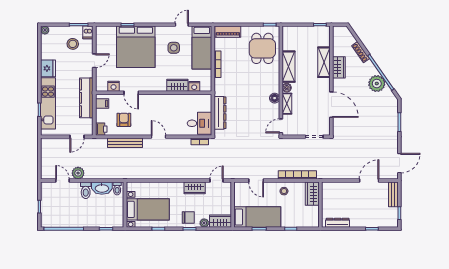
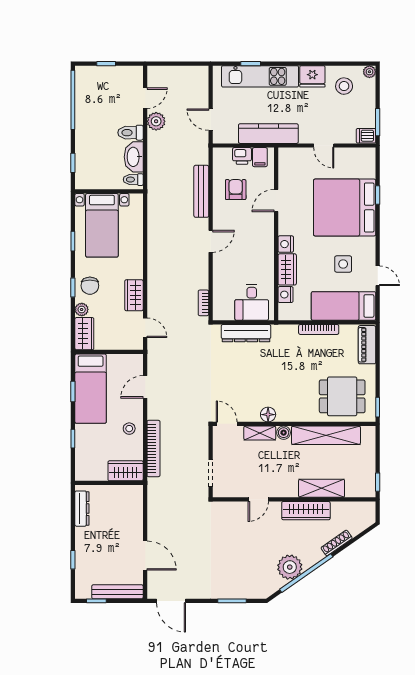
stool: (73, 44) -> (344, 86), moved
shelving: (288, 67) -> (326, 435), width x1.47
wardrobe: (339, 67) -> (306, 511), width x1.50
nightstand: (114, 86) -> (286, 244), moved
door: (331, 105) -> (258, 499), width x0.53
armchair: (124, 120) -> (236, 190), turned -90
desk: (199, 123) -> (252, 302), moved
printer: (101, 129) -> (242, 156), moved
bench: (393, 194) -> (117, 592), width x1.36

